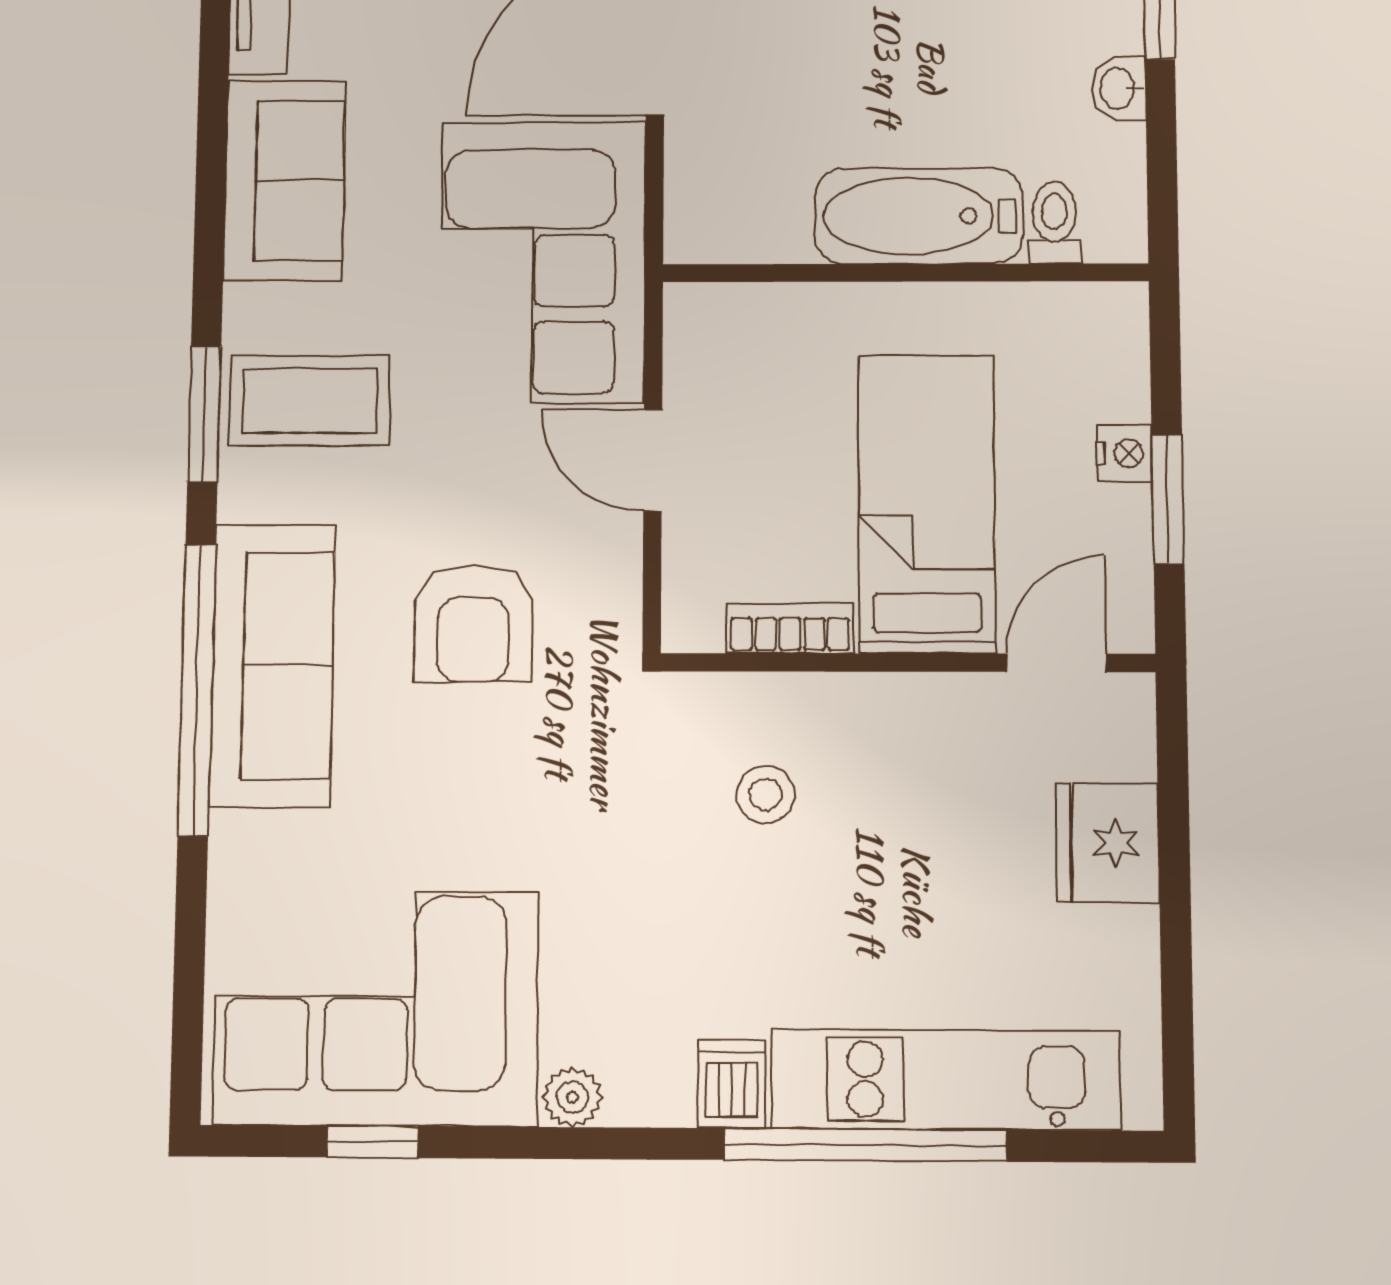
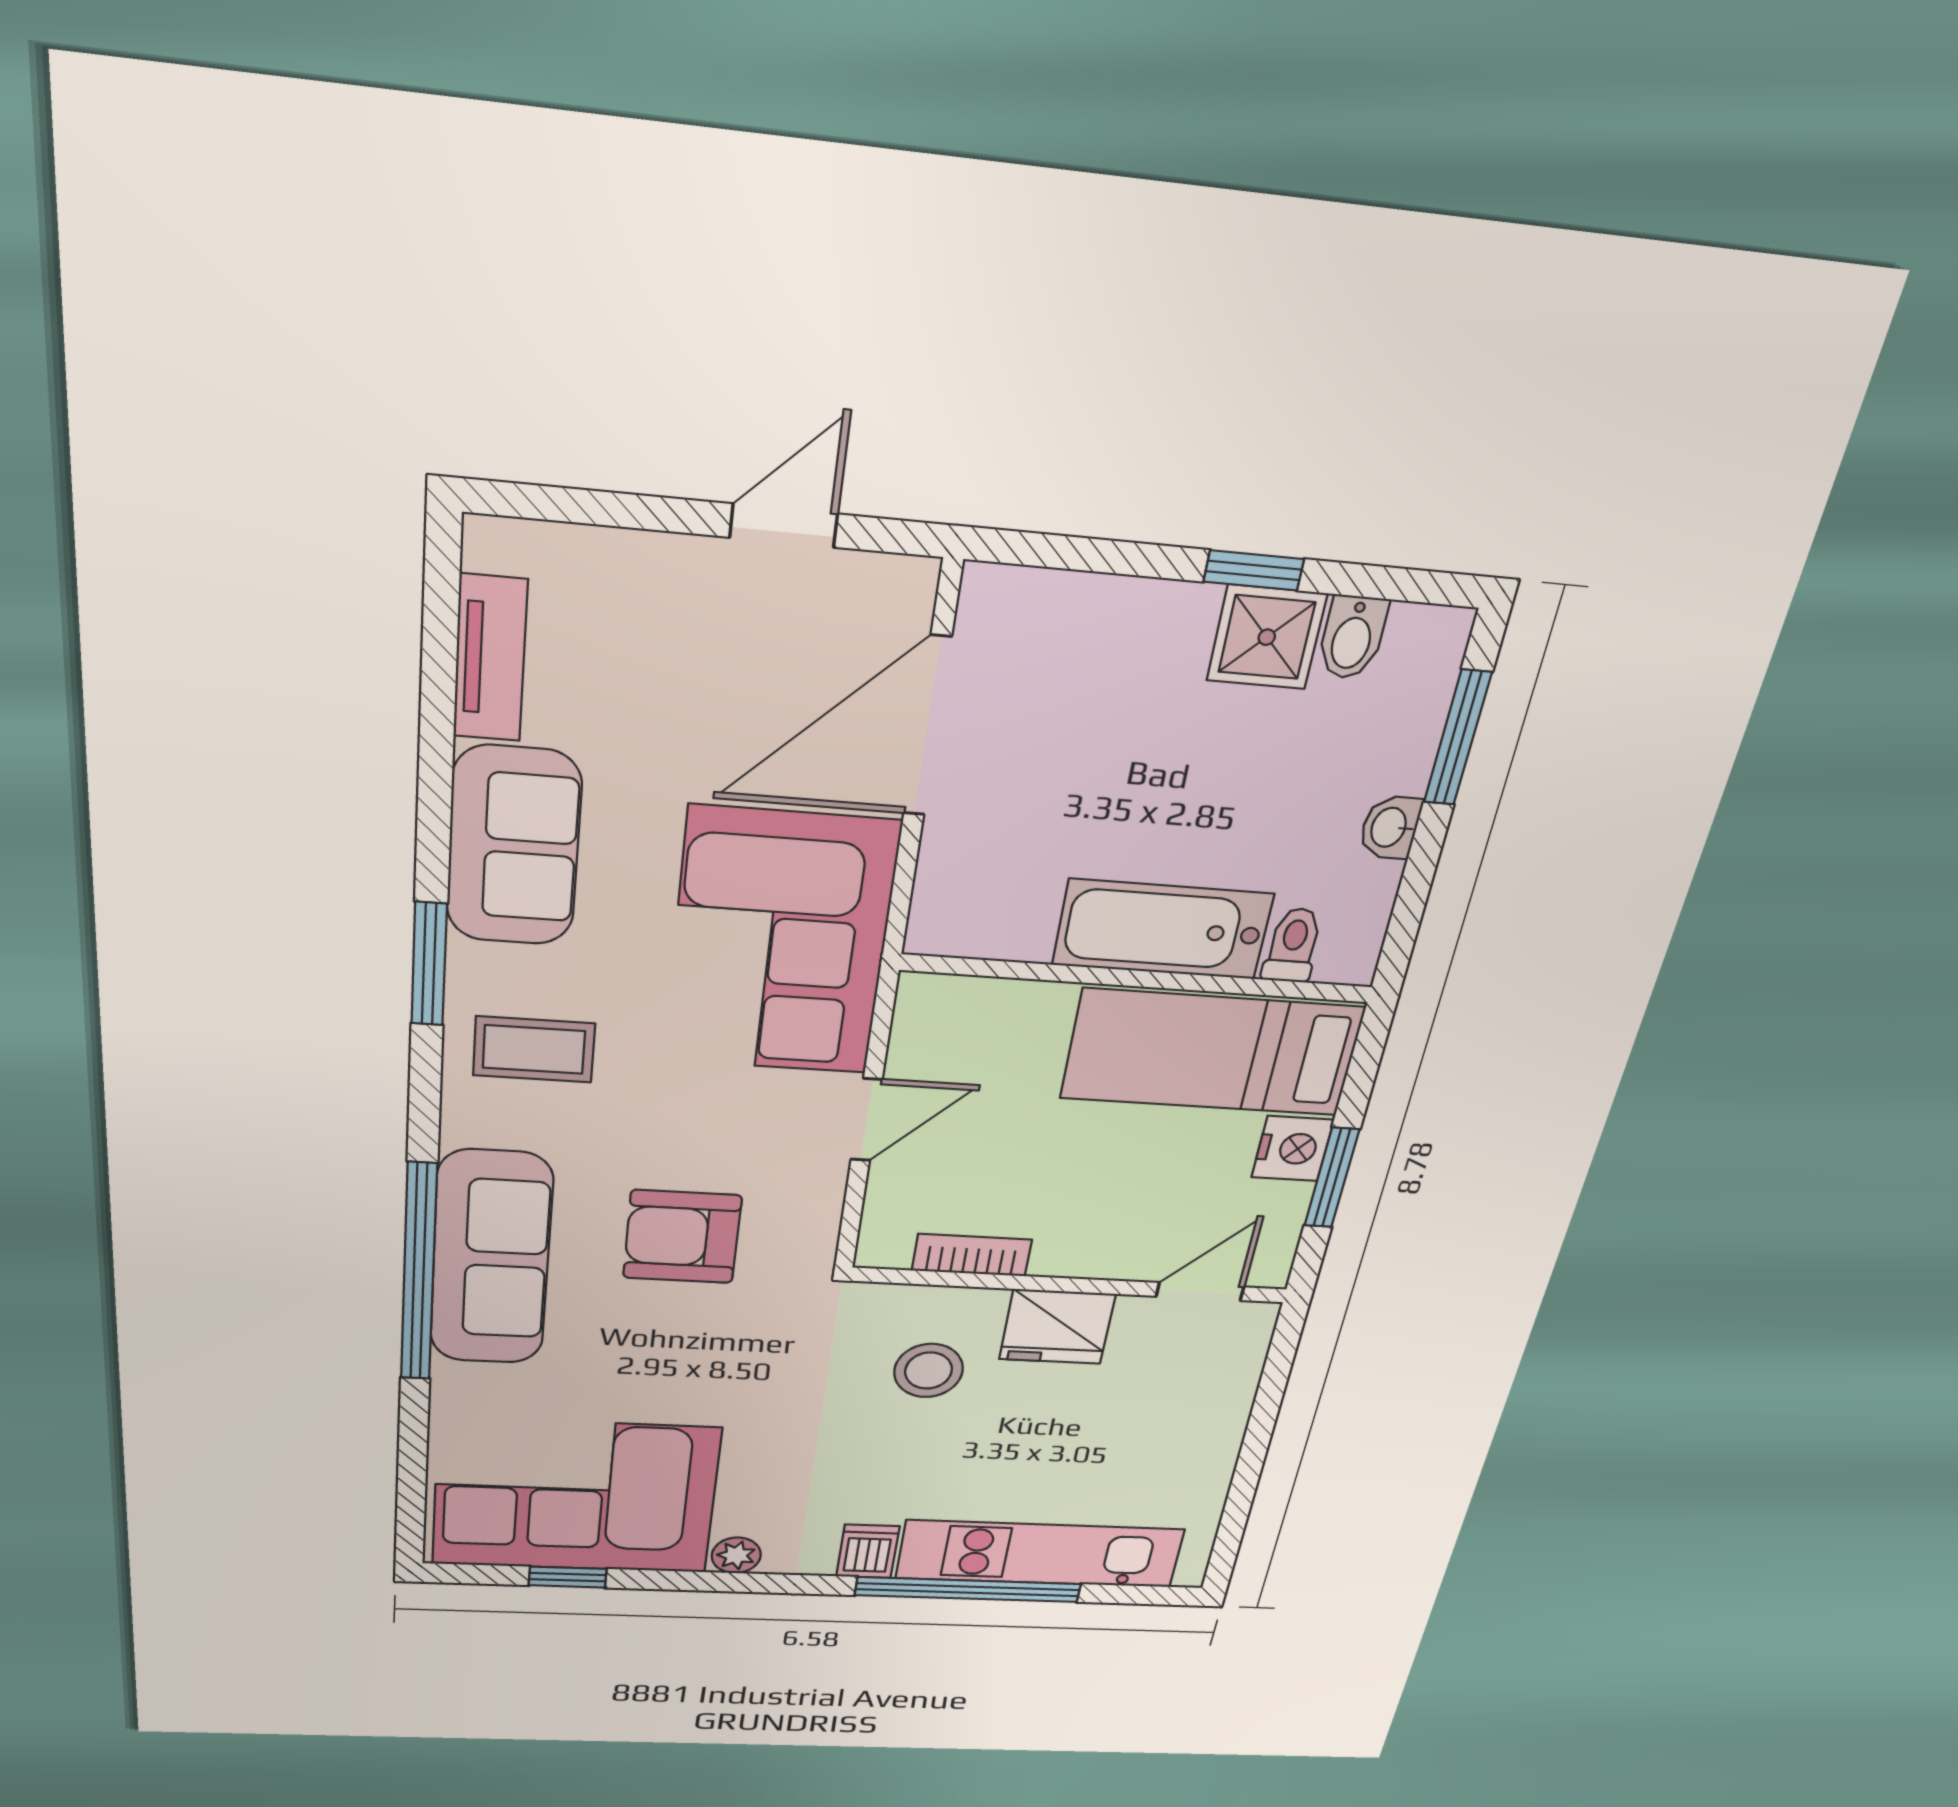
coffee table: (310, 401) -> (534, 1049), width x0.73, depth x0.77
window: (204, 414) -> (429, 964), moved
nightstand: (1124, 453) -> (1293, 1149), width x1.39, depth x1.35
door: (653, 460) -> (867, 1120), swing flipped
bed: (927, 504) -> (1212, 1053), moved, turned -90
armchair: (473, 623) -> (682, 1237), turned 90
stool: (766, 794) -> (929, 1371), width x1.37, depth x1.37
fridge: (1107, 843) -> (1057, 1327), moved, turned -90

